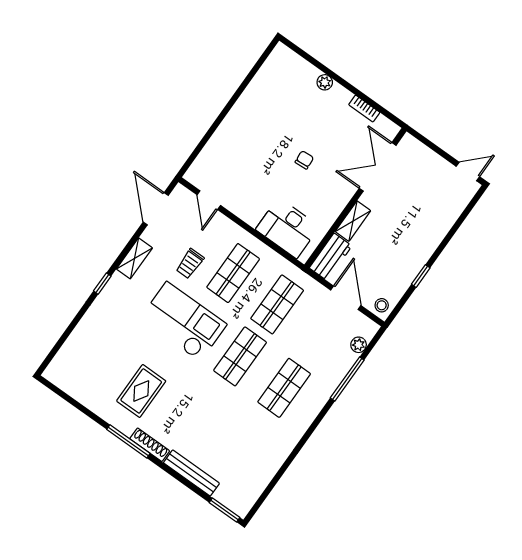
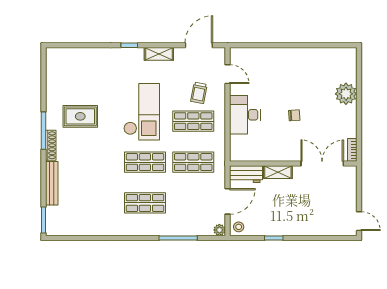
plant: (325, 82) -> (346, 94), width x1.88, depth x1.88
bookcase: (364, 109) -> (352, 150), moved
door: (209, 200) -> (228, 74), swing flipped
desk: (288, 228) -> (245, 115), moved
trolley: (190, 264) -> (199, 93), moved, turned -79
plant: (359, 345) -> (219, 230), moved

